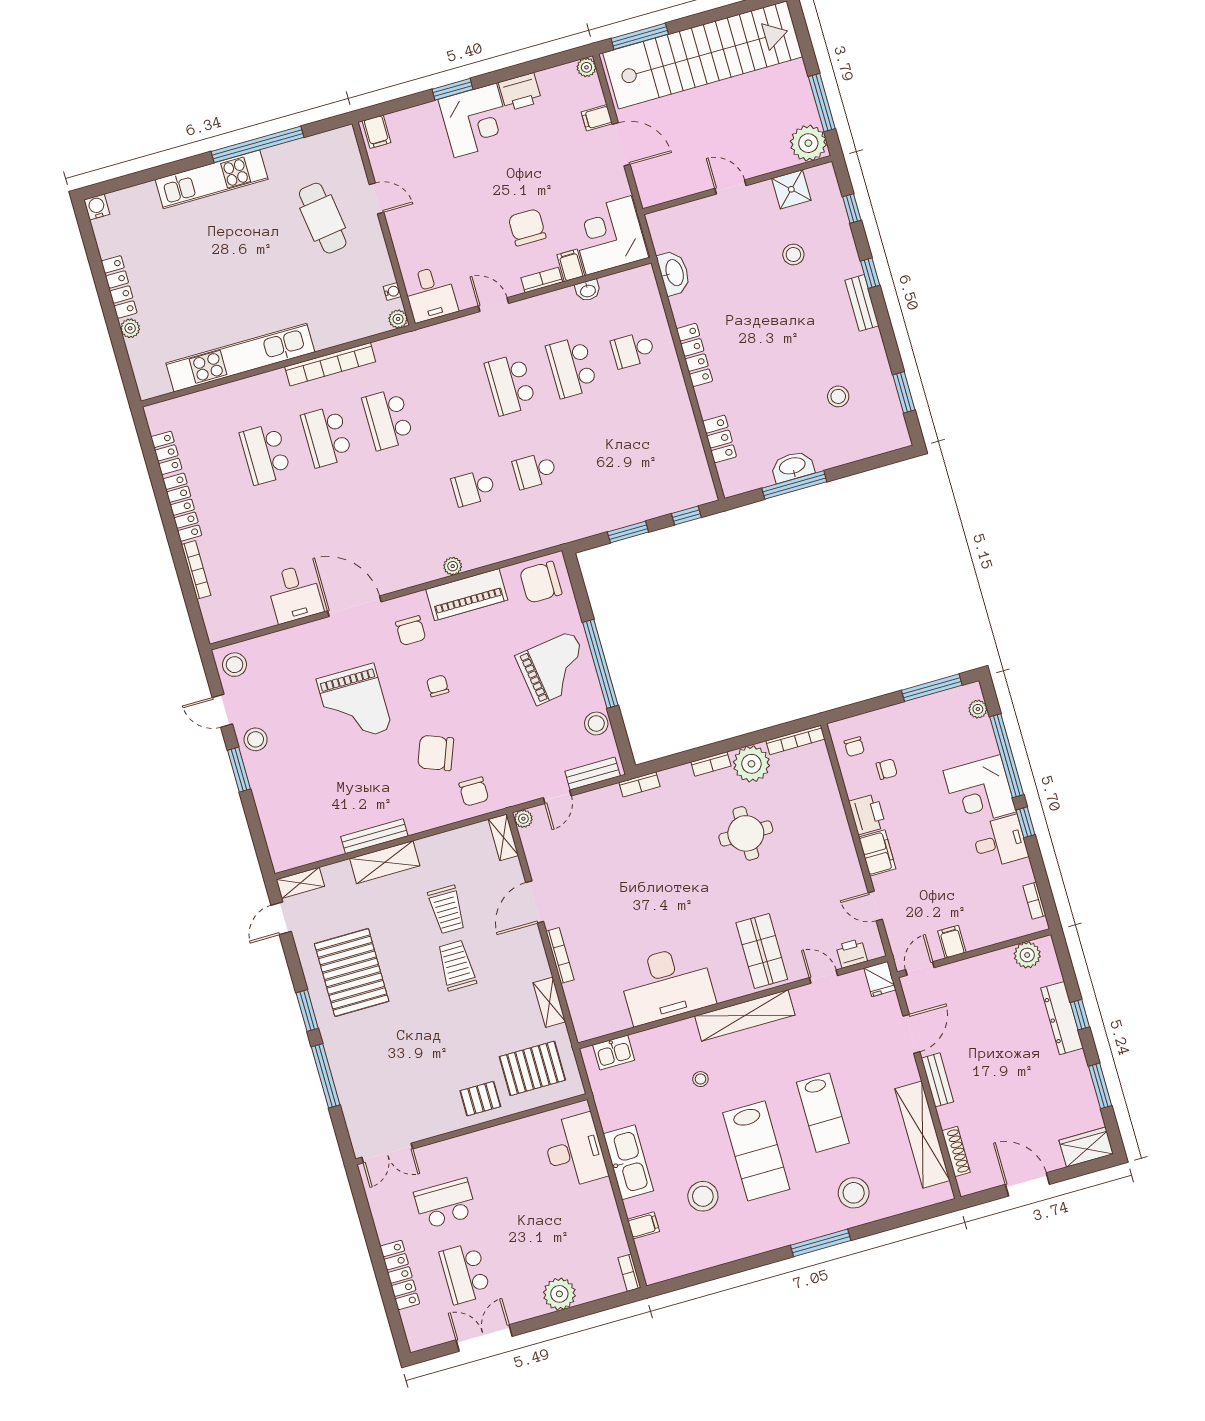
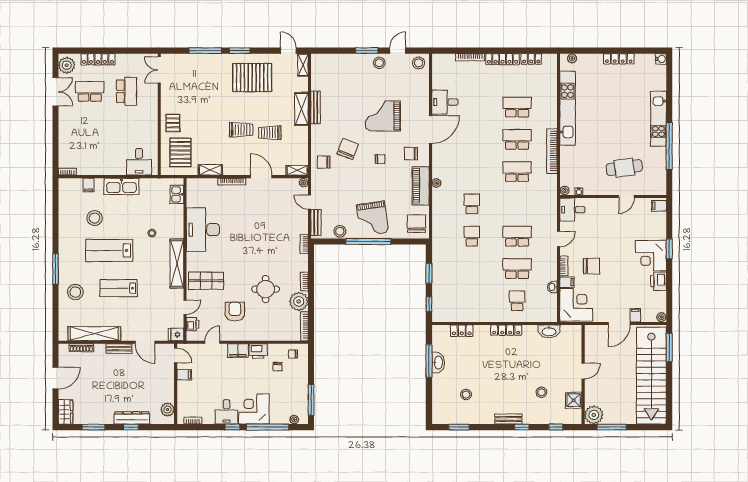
plant: (130, 328) -> (572, 58), moved
armchair: (805, 880) -> (235, 312), added
desk: (575, 1151) -> (139, 162), width x0.73
plant: (559, 1294) -> (67, 65), moved

